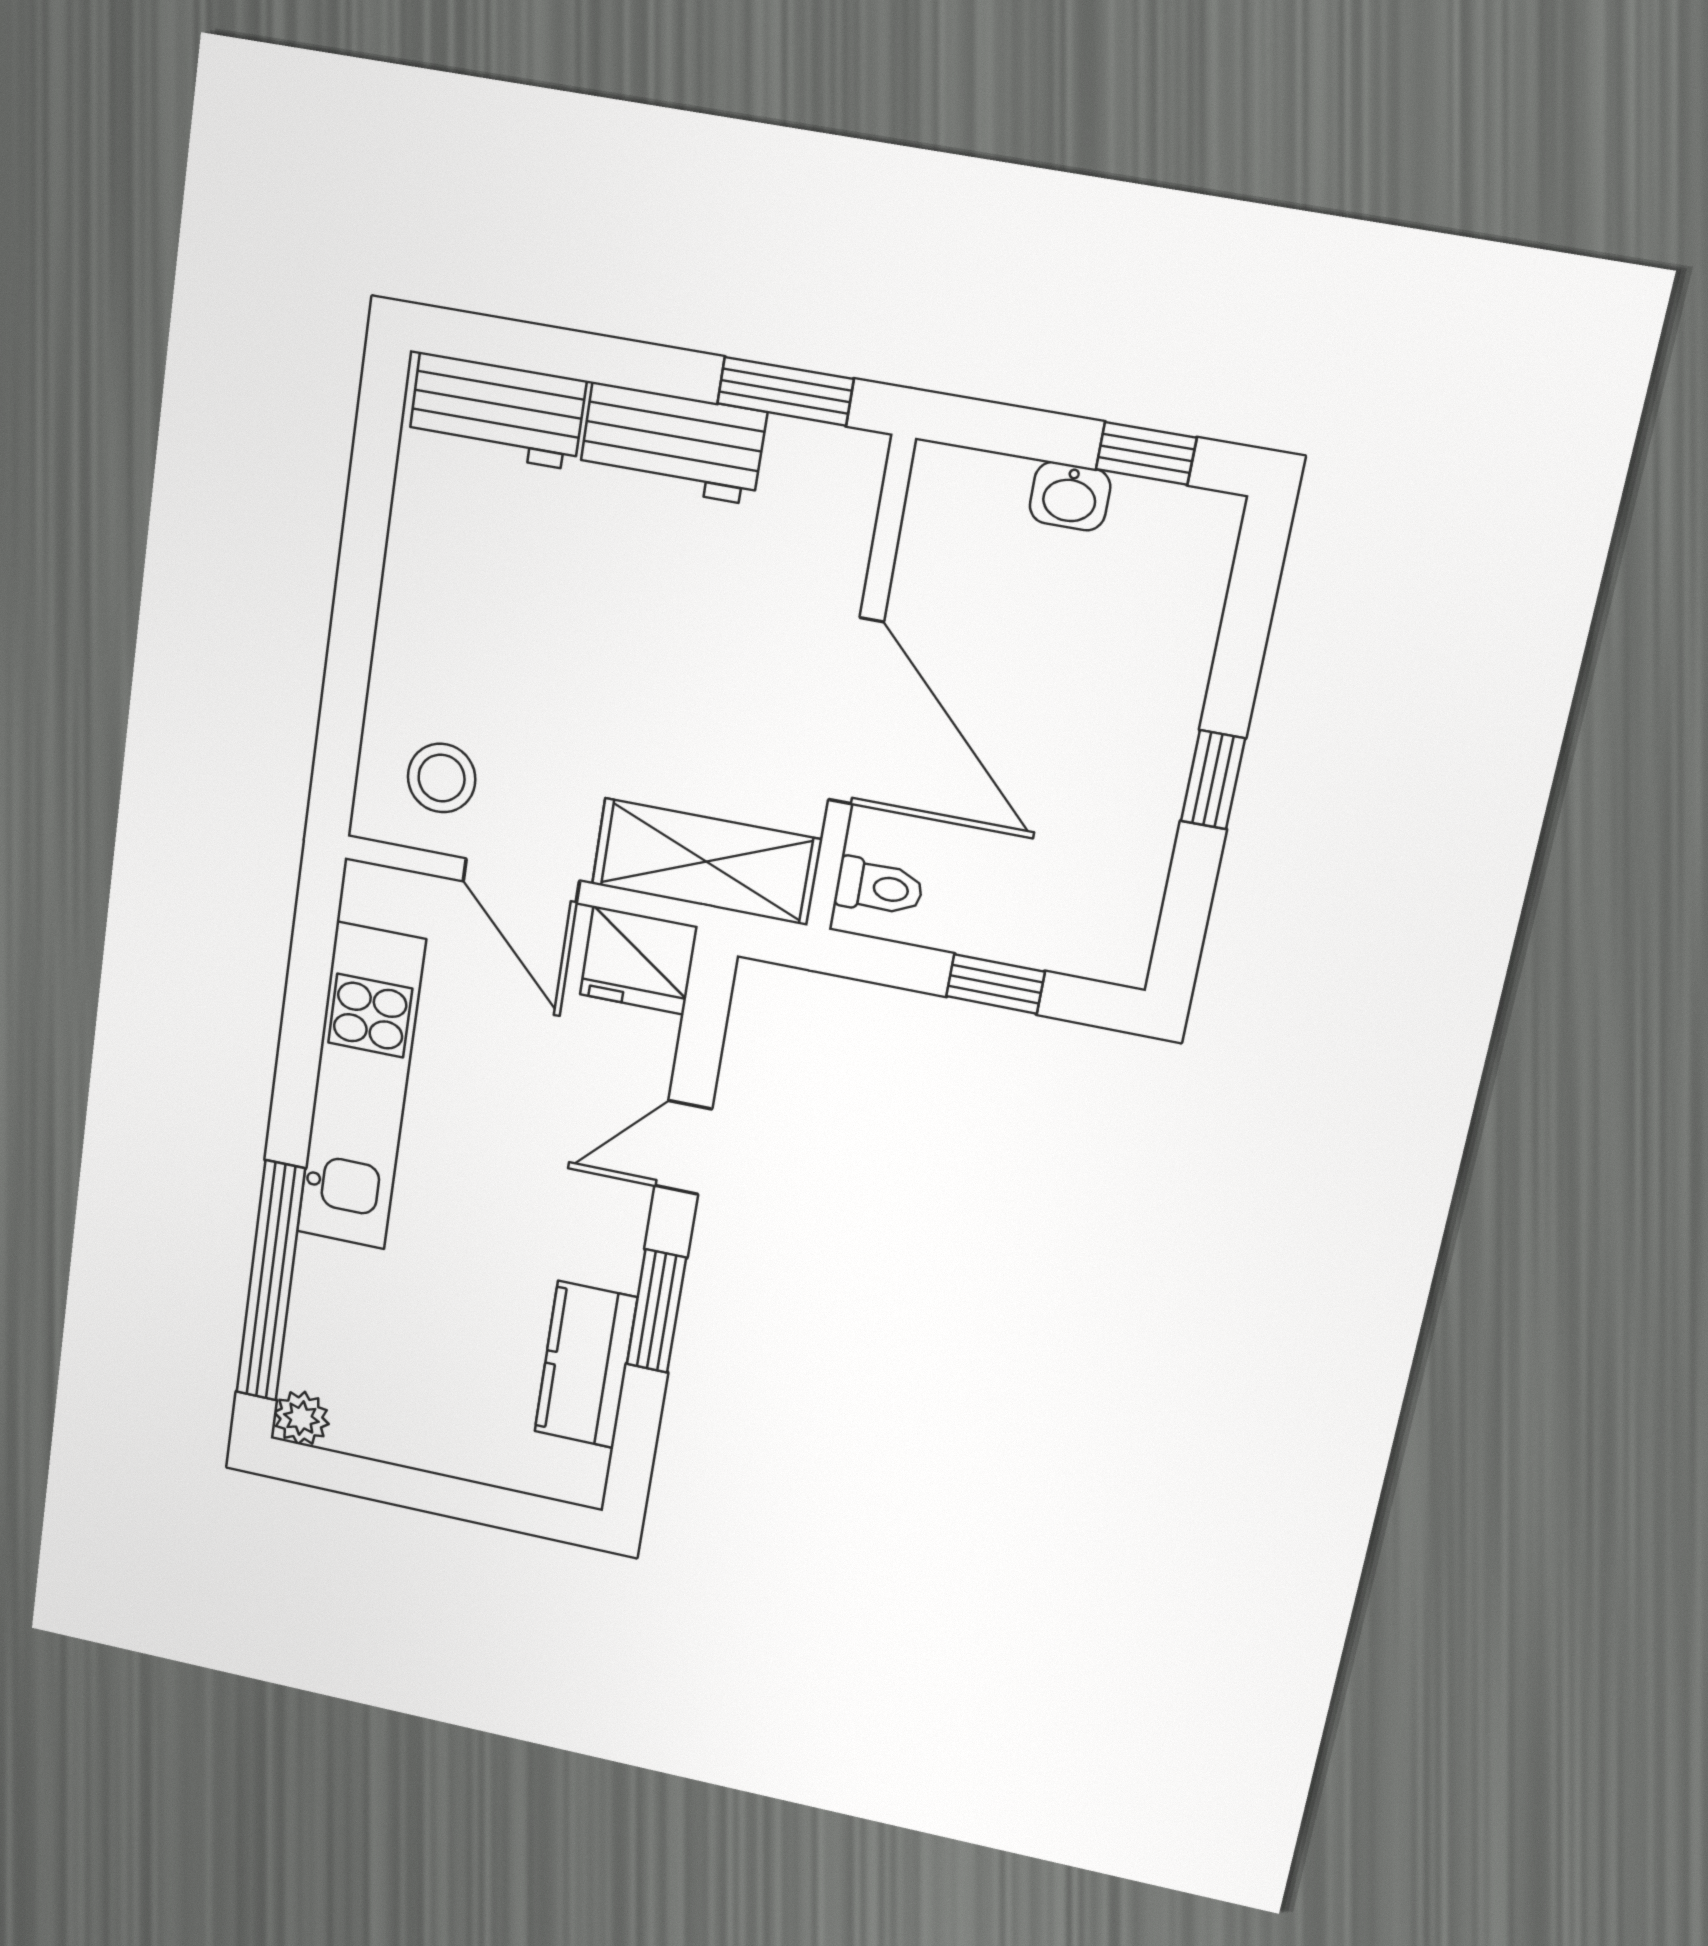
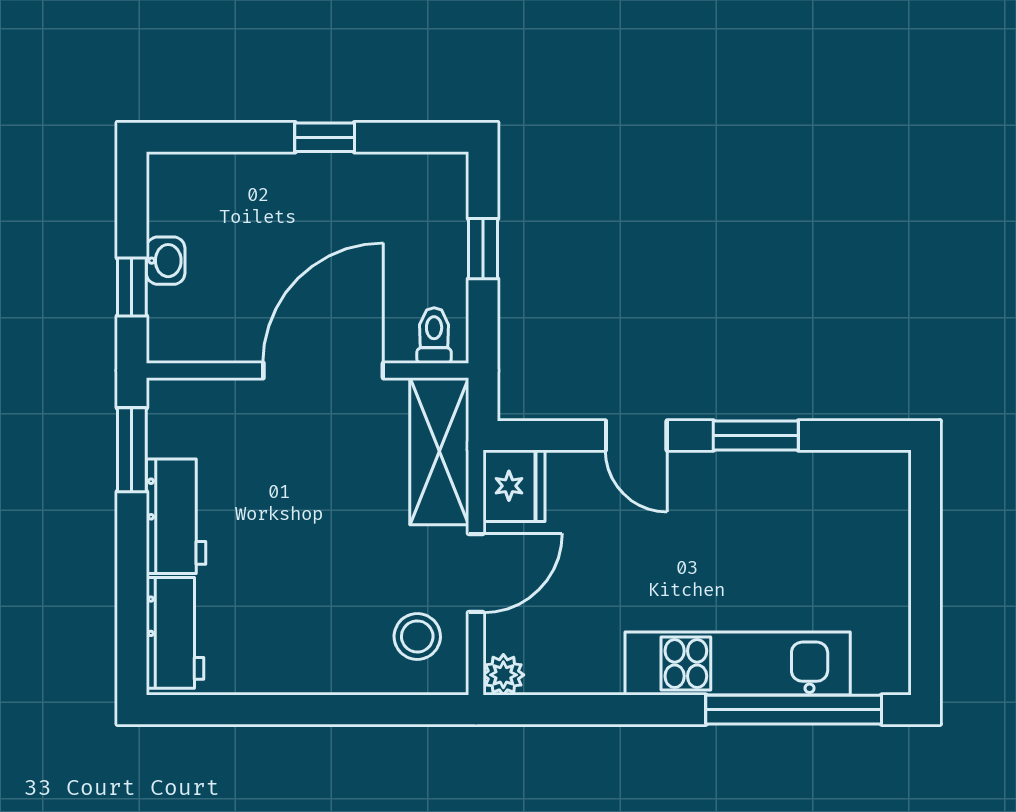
window: (1146, 453) -> (132, 287), moved
kitchen unit: (361, 1087) -> (738, 664), moved
kitchen counter: (586, 1365) -> (806, 478), removed
plant: (301, 1418) -> (503, 675), moved

